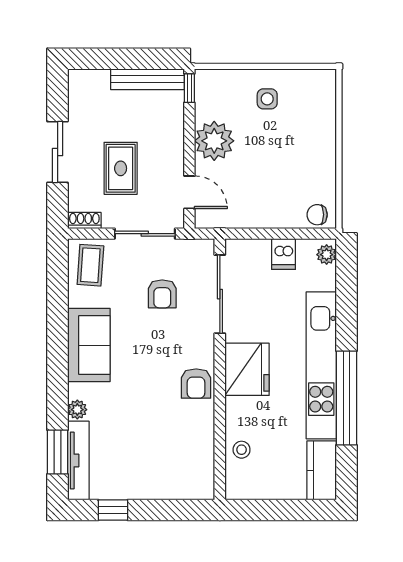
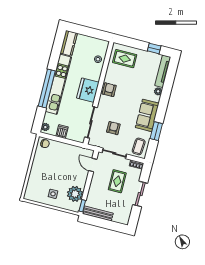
plant: (214, 141) -> (75, 194), moved
window: (347, 398) -> (47, 88), moved
window: (58, 452) -> (156, 131), moved
rug: (178, 468) -> (125, 59), added

